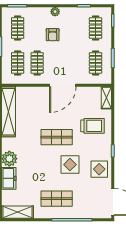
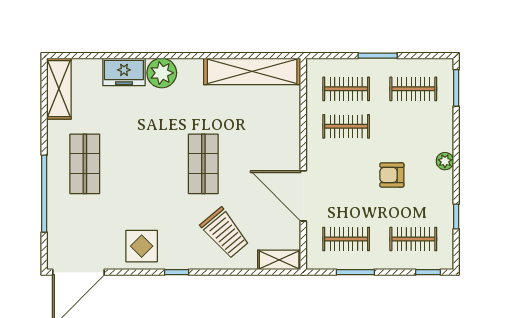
armchair: (53, 35) -> (392, 175), moved
door: (63, 85) -> (303, 196), moved
trolley: (92, 126) -> (225, 233), turned -40
display table: (70, 165) -> (150, 190), removed

